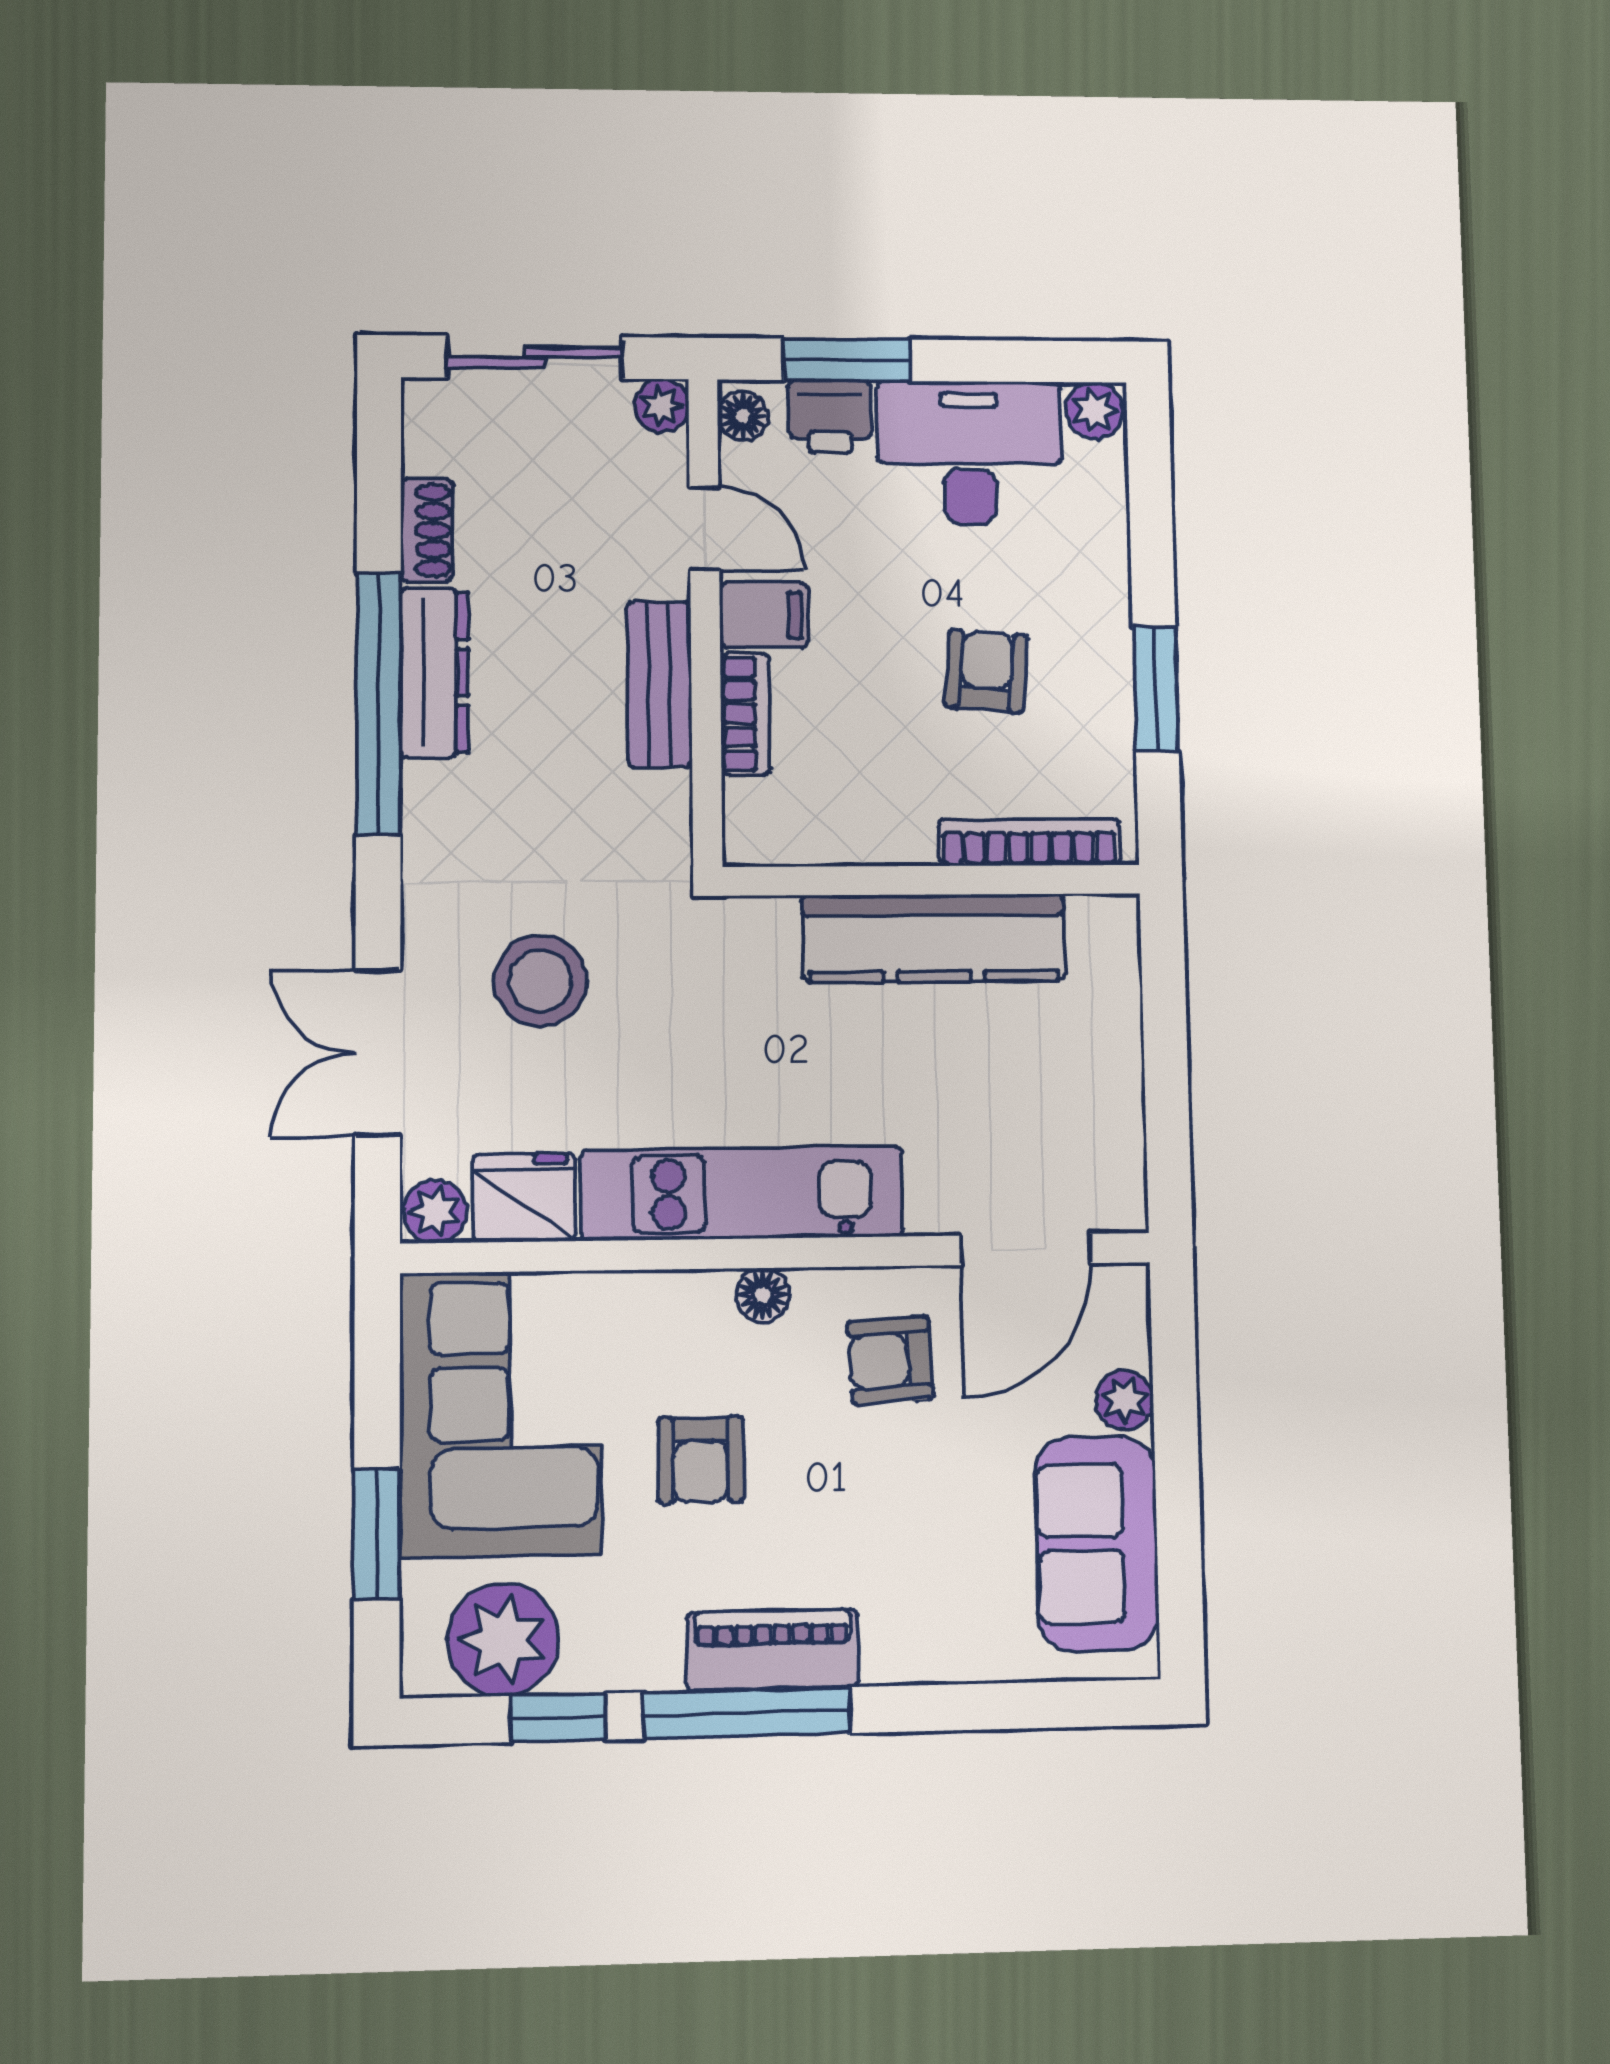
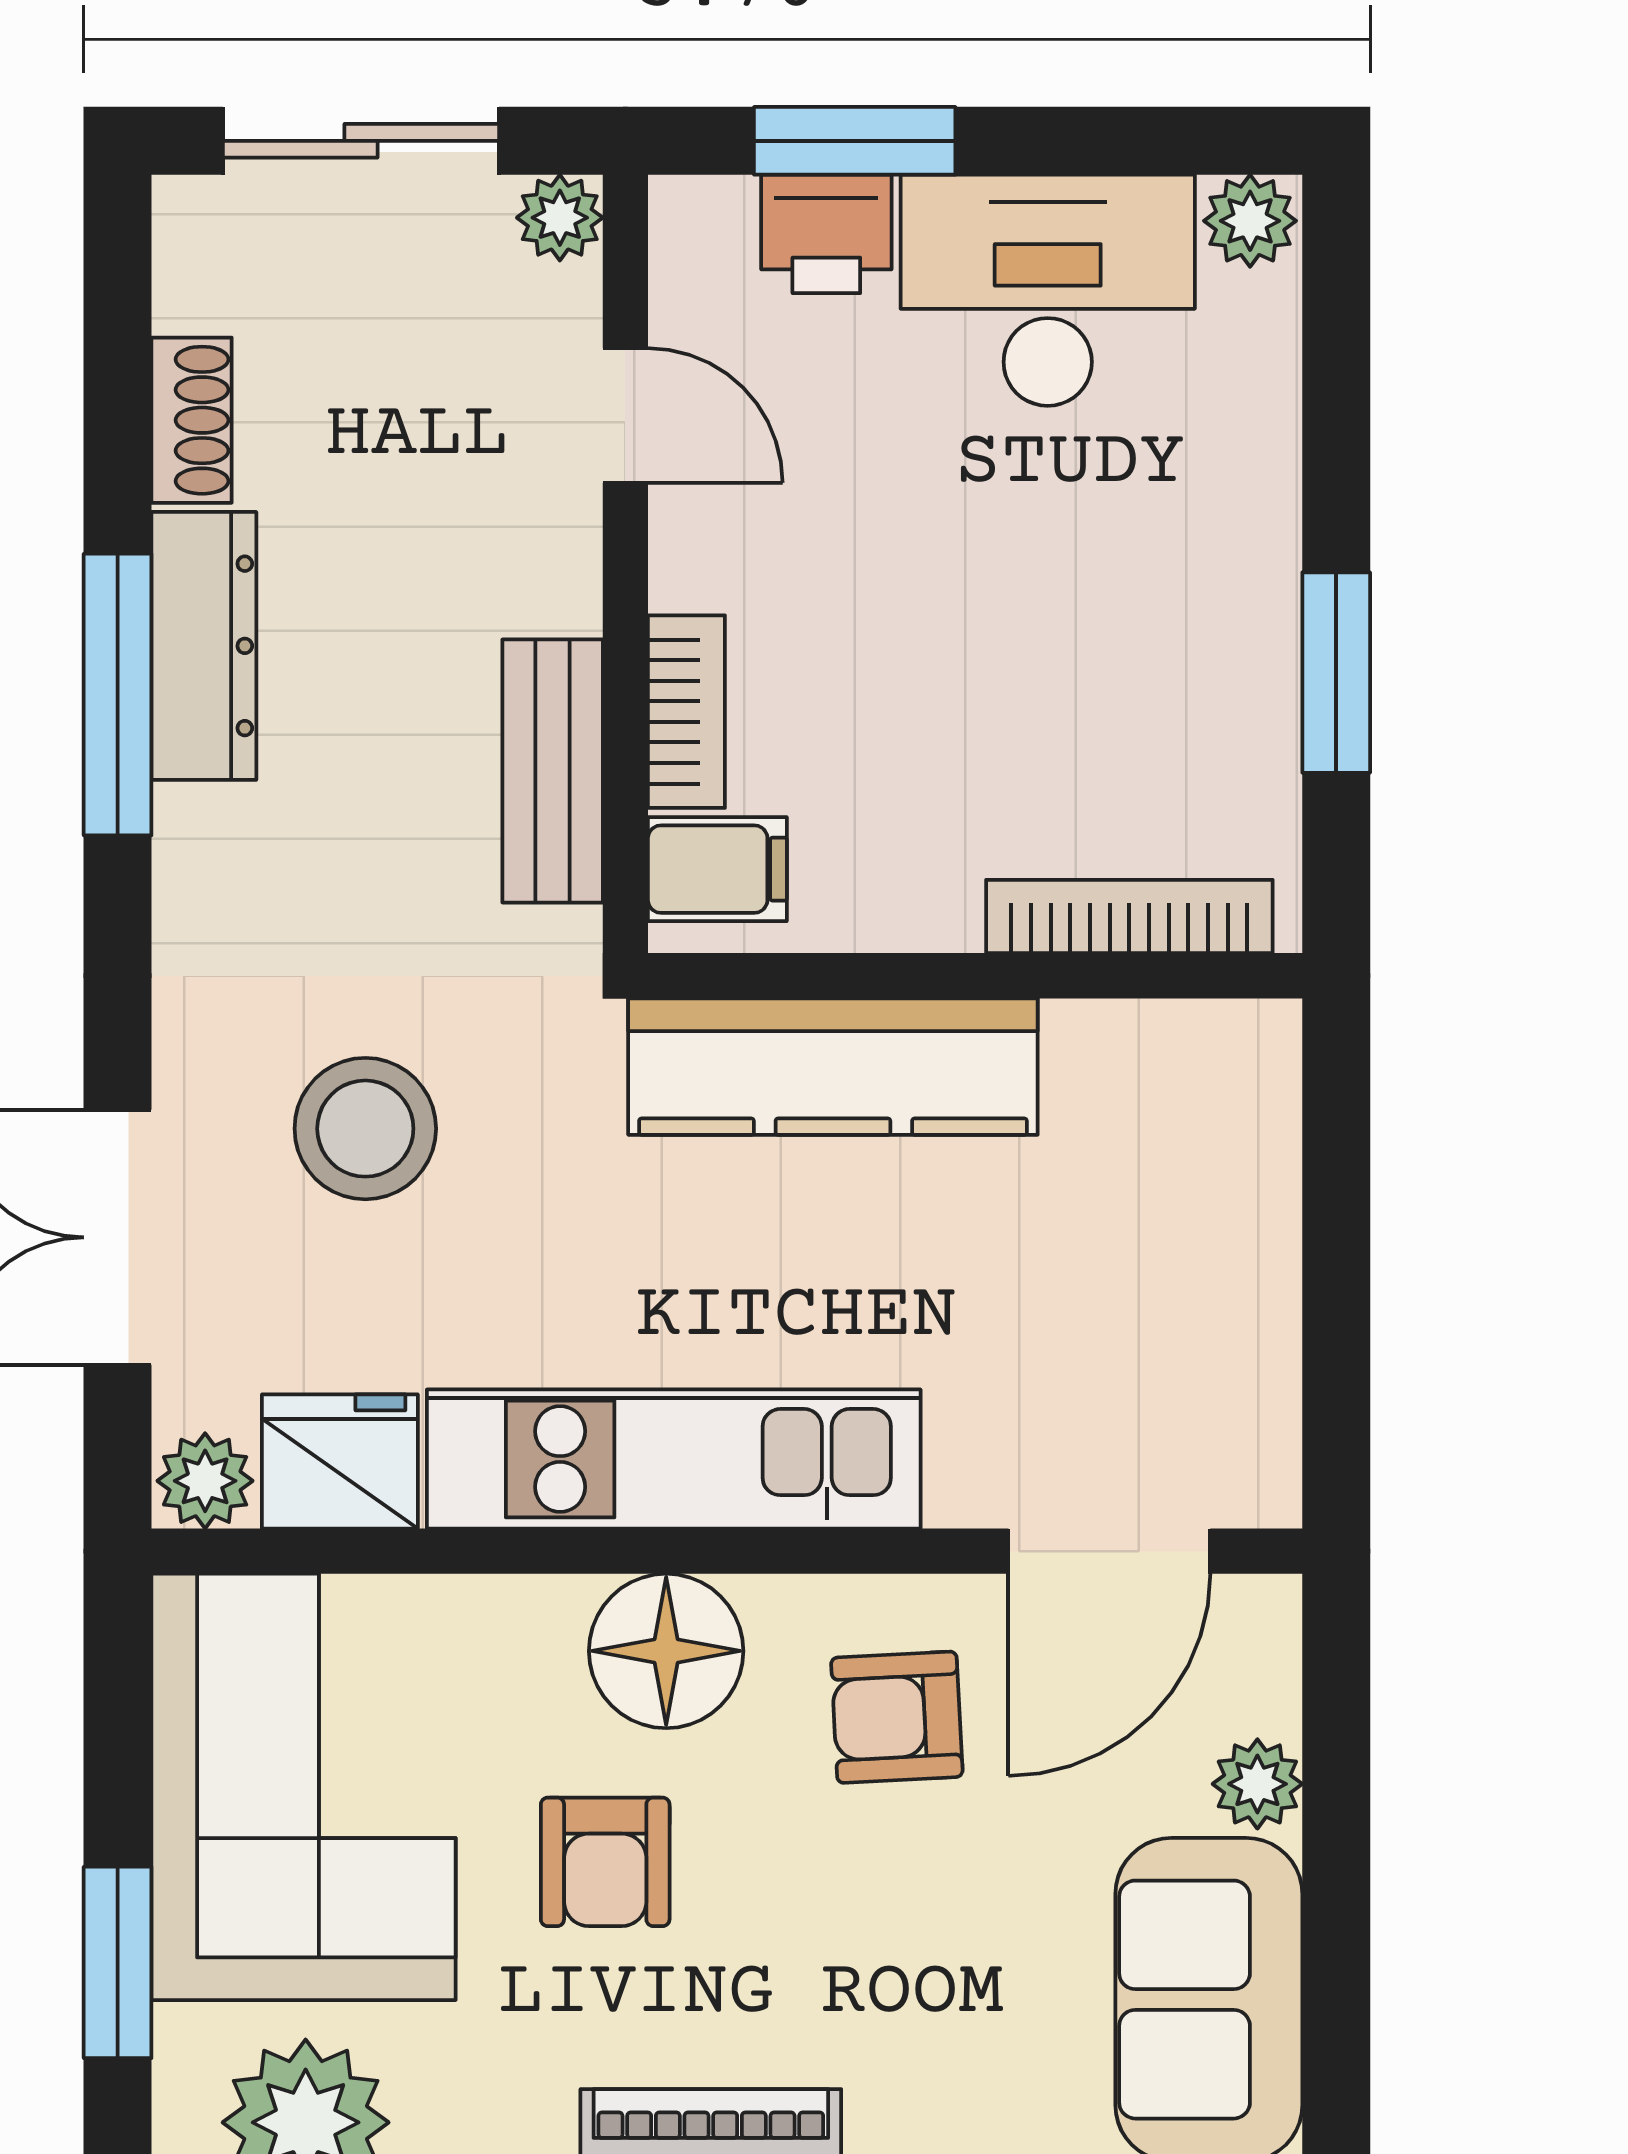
floor lamp: (743, 416) -> (688, 234), removed
filing cabinet: (764, 615) -> (717, 869), moved
armchair: (986, 671) -> (1067, 644), removed
bench: (659, 684) -> (553, 771), moved
window: (378, 703) -> (118, 695), width x0.68
kitchen counter: (934, 938) -> (833, 1067), moved
floor lamp: (763, 1295) -> (666, 1651), width x1.89, depth x1.89

